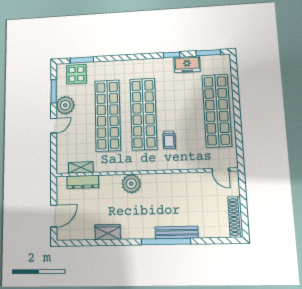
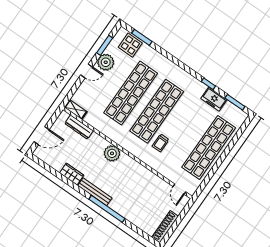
shelving: (81, 167) -> (76, 110), moved
bench: (177, 232) -> (95, 192), moved

